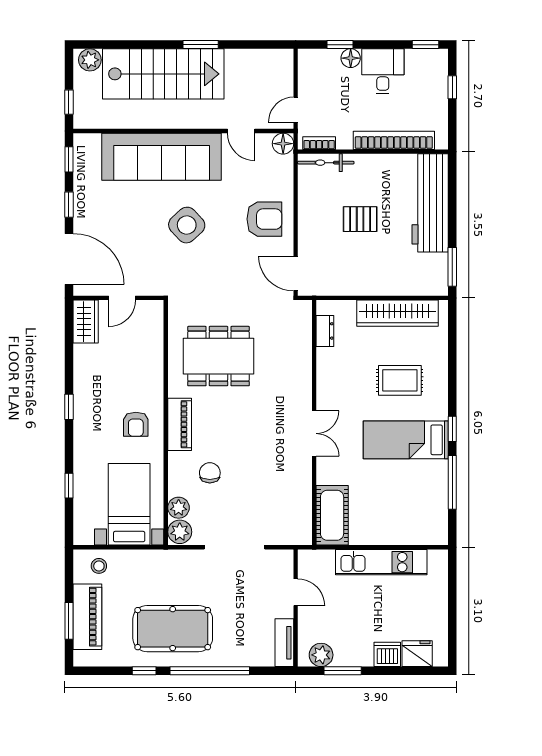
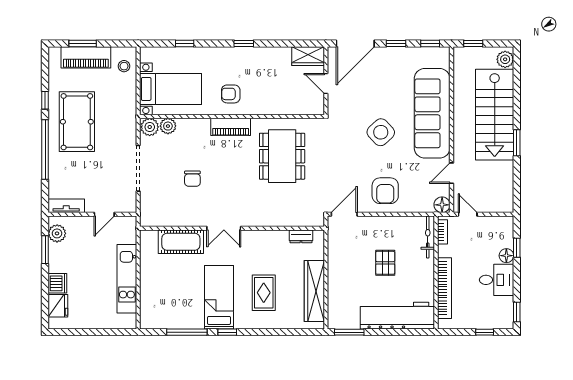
chair: (210, 473) -> (192, 179), moved, turned 90
cot: (332, 515) -> (181, 242), moved

